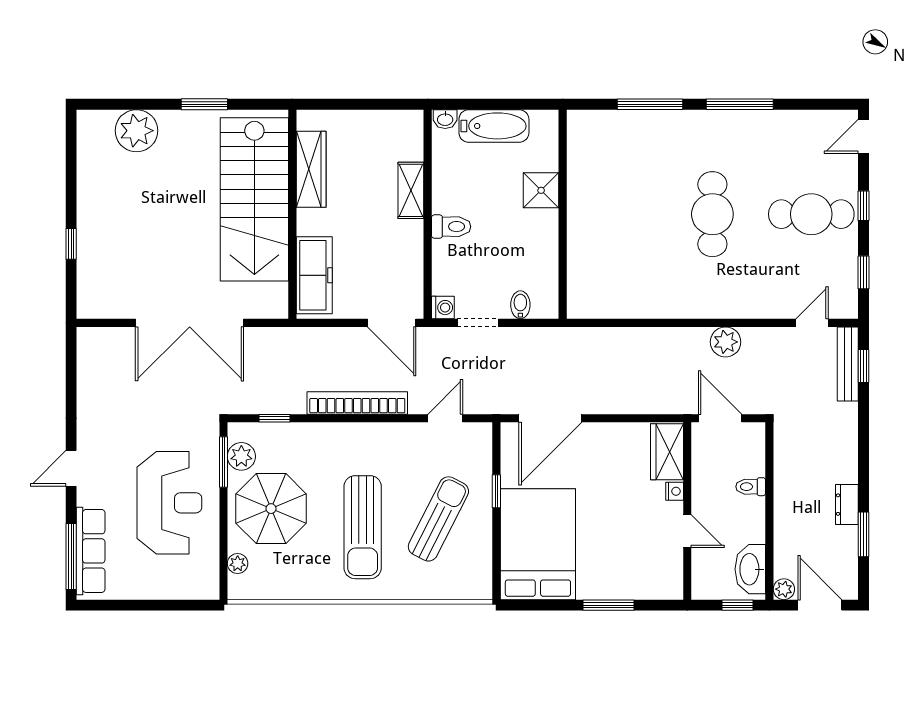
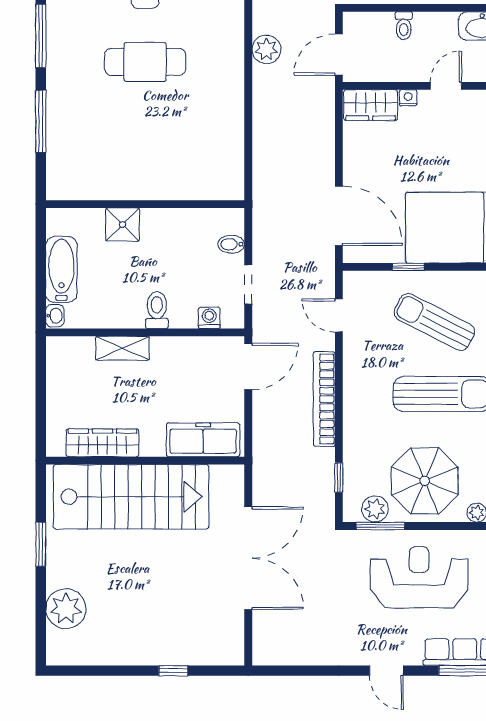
washing machine: (443, 308) -> (209, 318), moved

